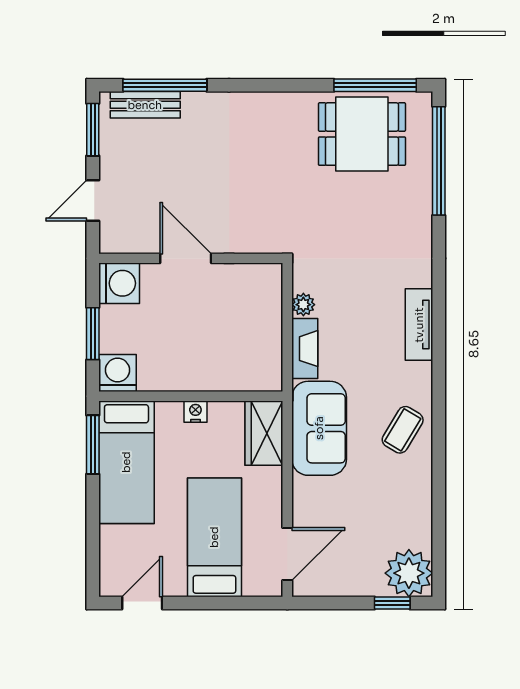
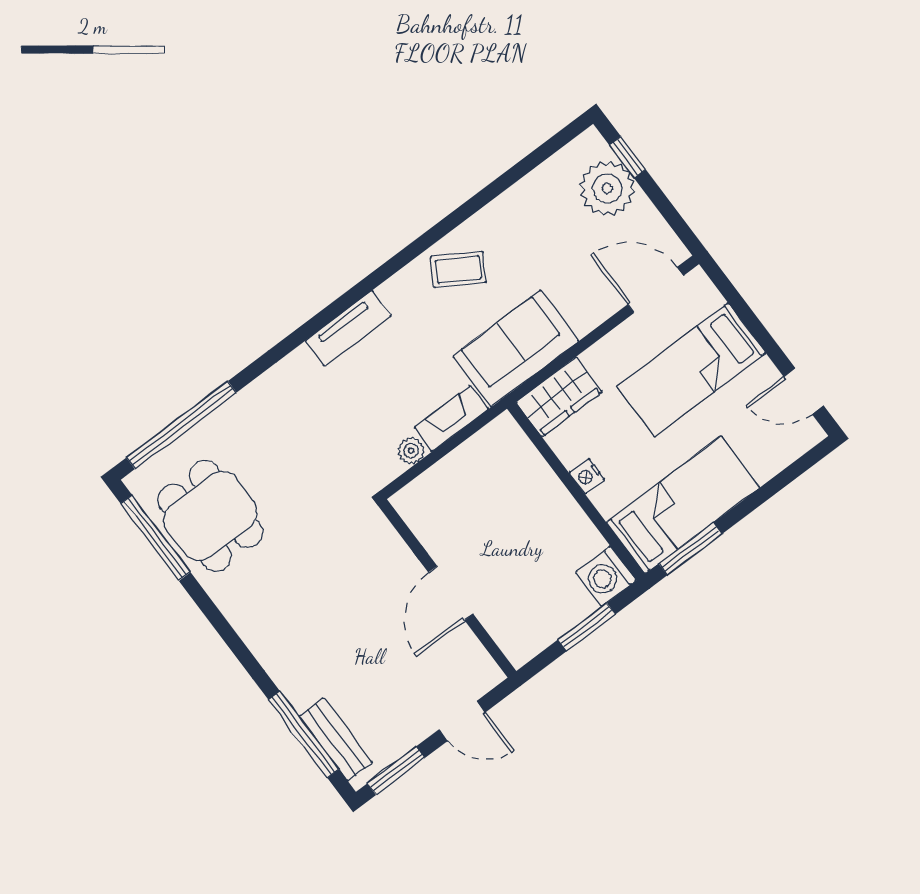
washing machine: (119, 283) -> (521, 638), removed
plant: (409, 573) -> (607, 188), moved

